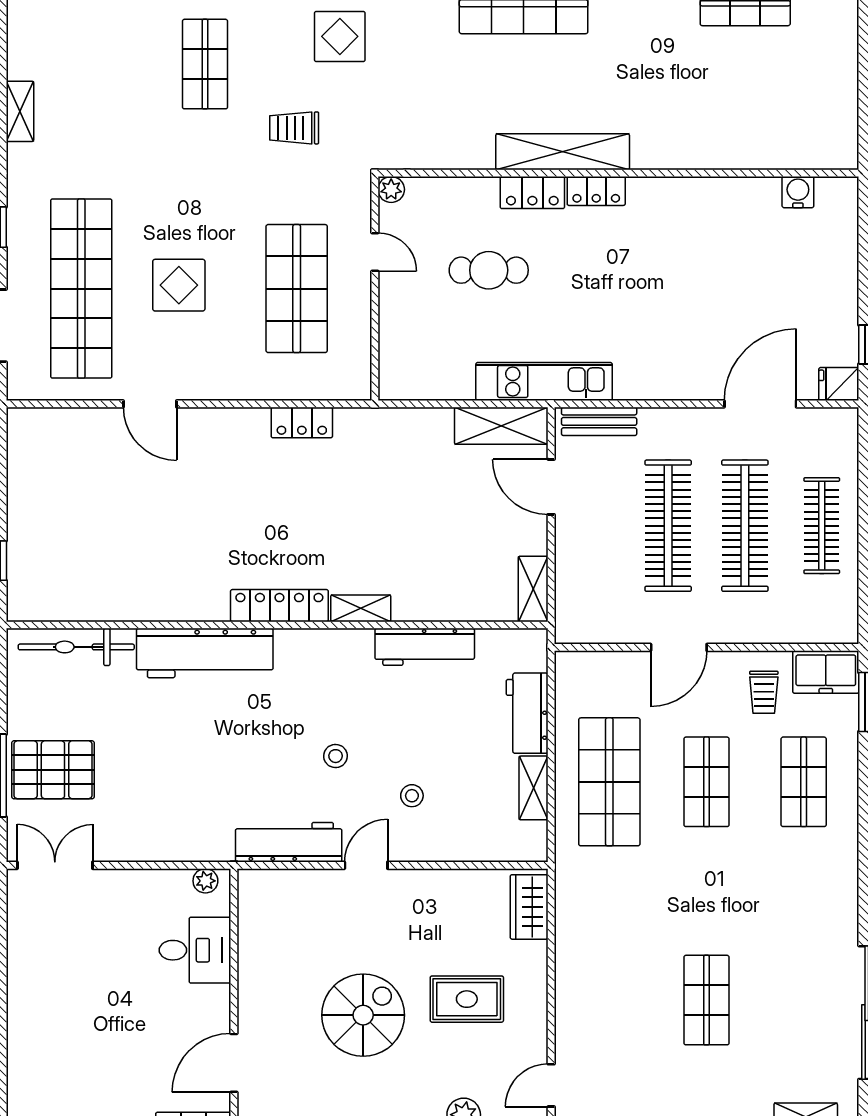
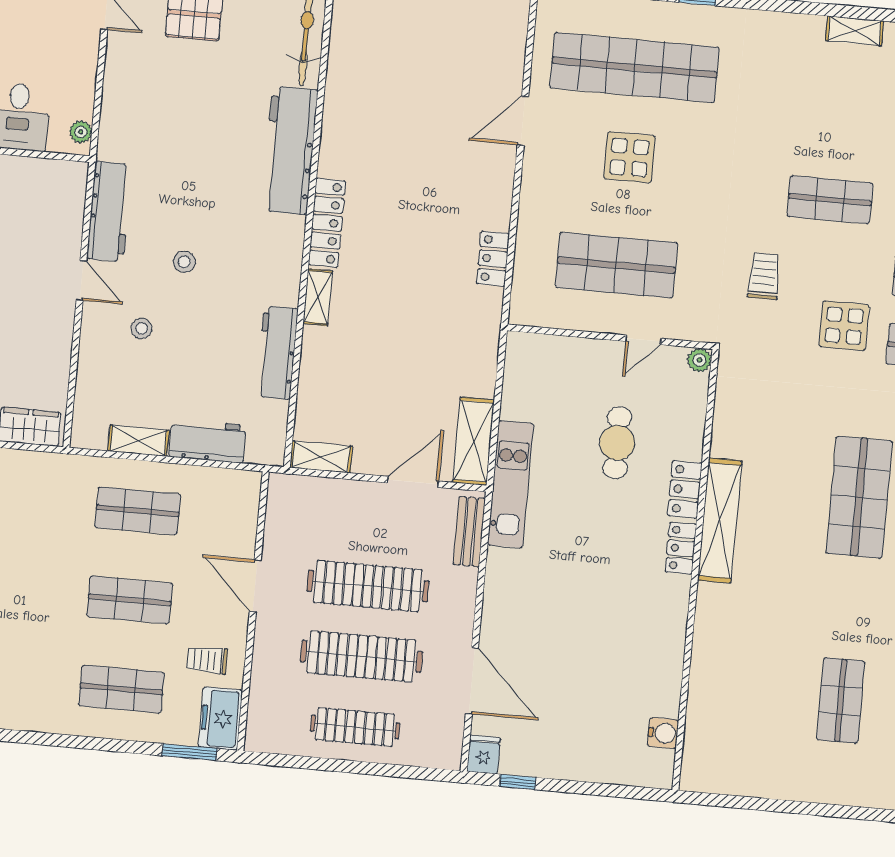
shelving: (20, 111) -> (855, 31), moved
shop shelf: (609, 782) -> (138, 511), width x0.70, depth x0.74

